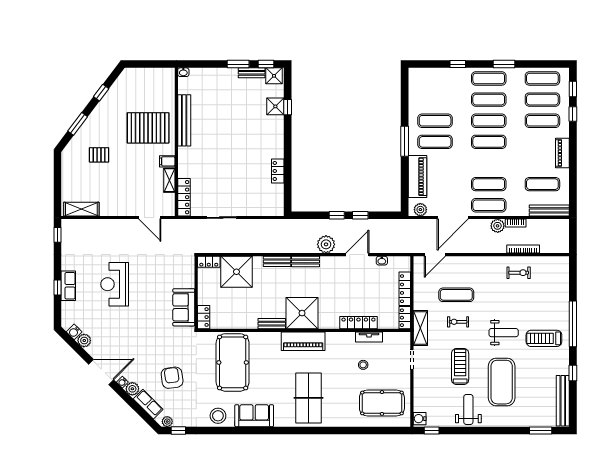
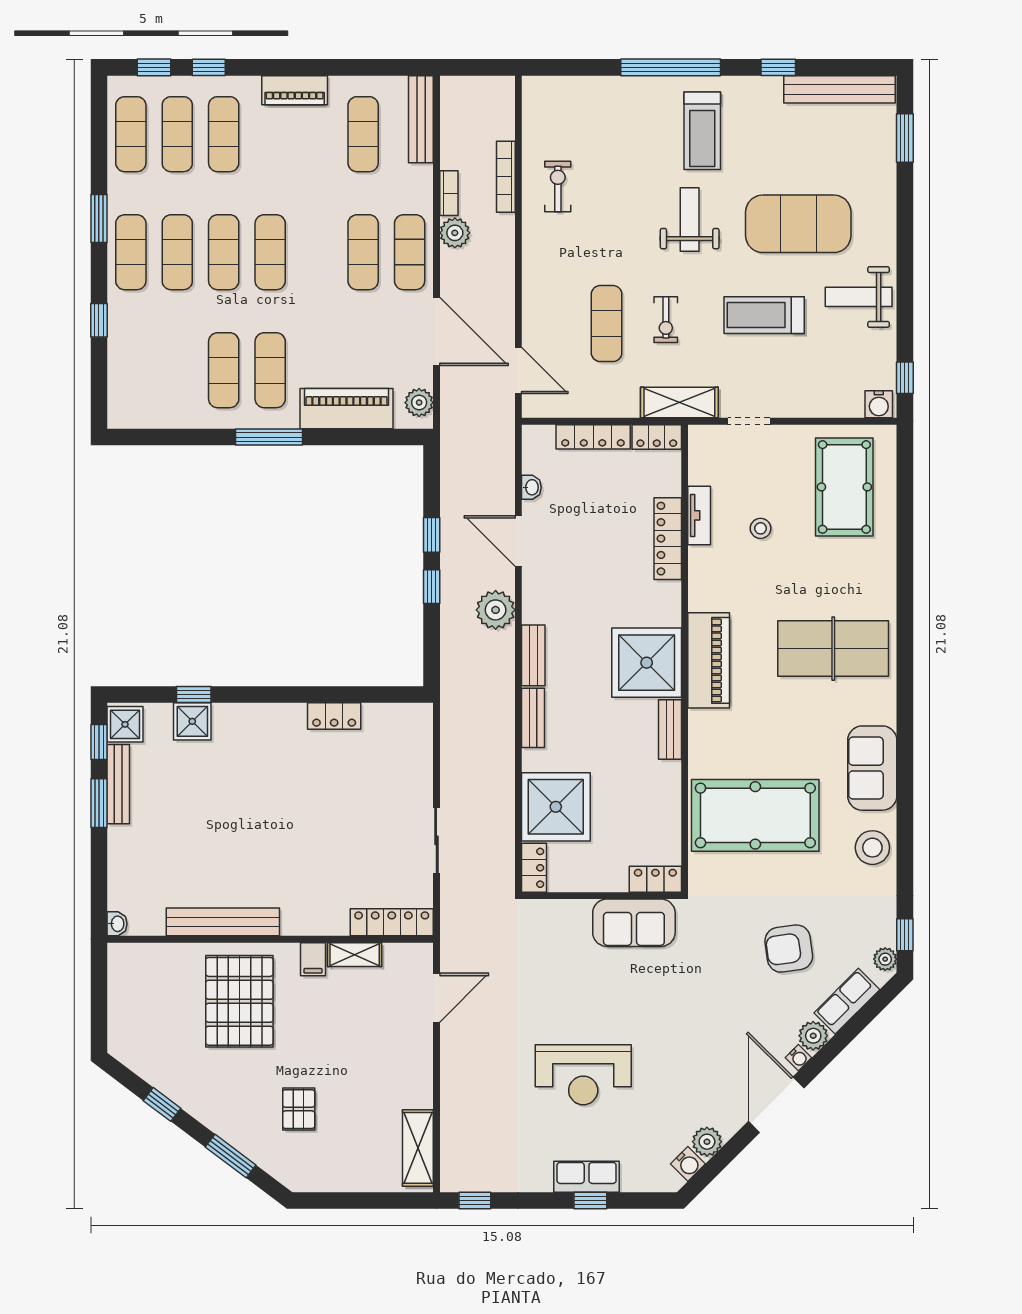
bench: (252, 73) -> (118, 784), width x1.36

